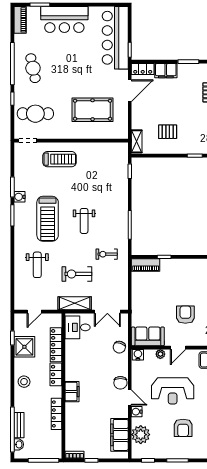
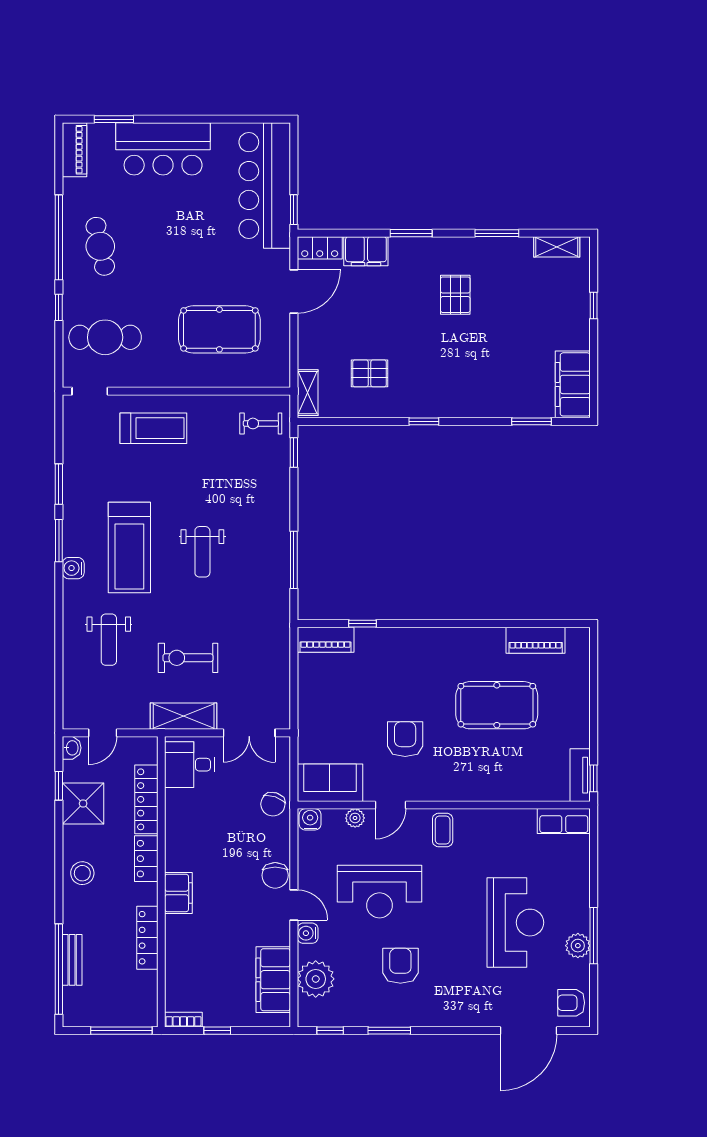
water cooler: (19, 197) -> (73, 568), moved
exercise bike: (107, 254) -> (261, 423), moved
armchair: (183, 428) -> (400, 966), turned 180
washbasin: (19, 444) -> (72, 748), moved

